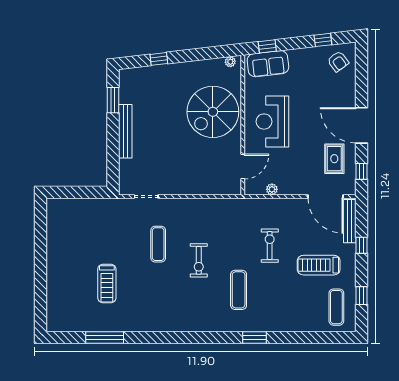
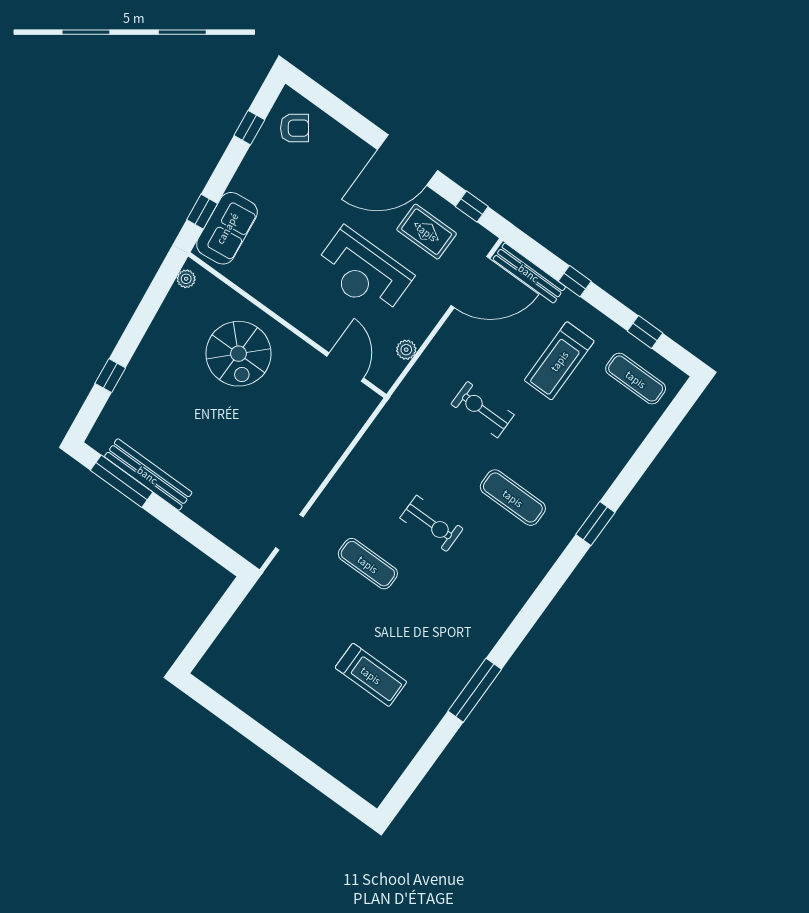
window: (113, 100) -> (122, 481), width x1.44
spiral stairs: (213, 112) -> (238, 354), width x0.73, depth x0.73
reception desk: (272, 122) -> (363, 272), moved
bench: (125, 131) -> (148, 475), moved
window: (105, 337) -> (475, 690), moved

